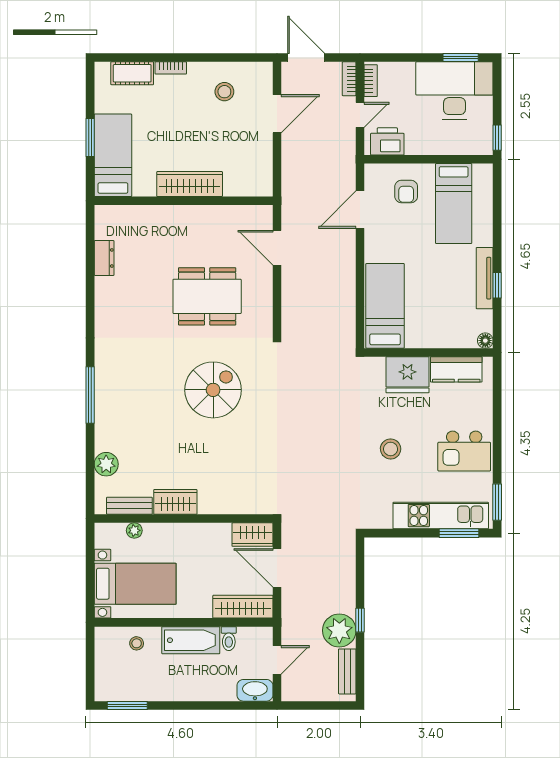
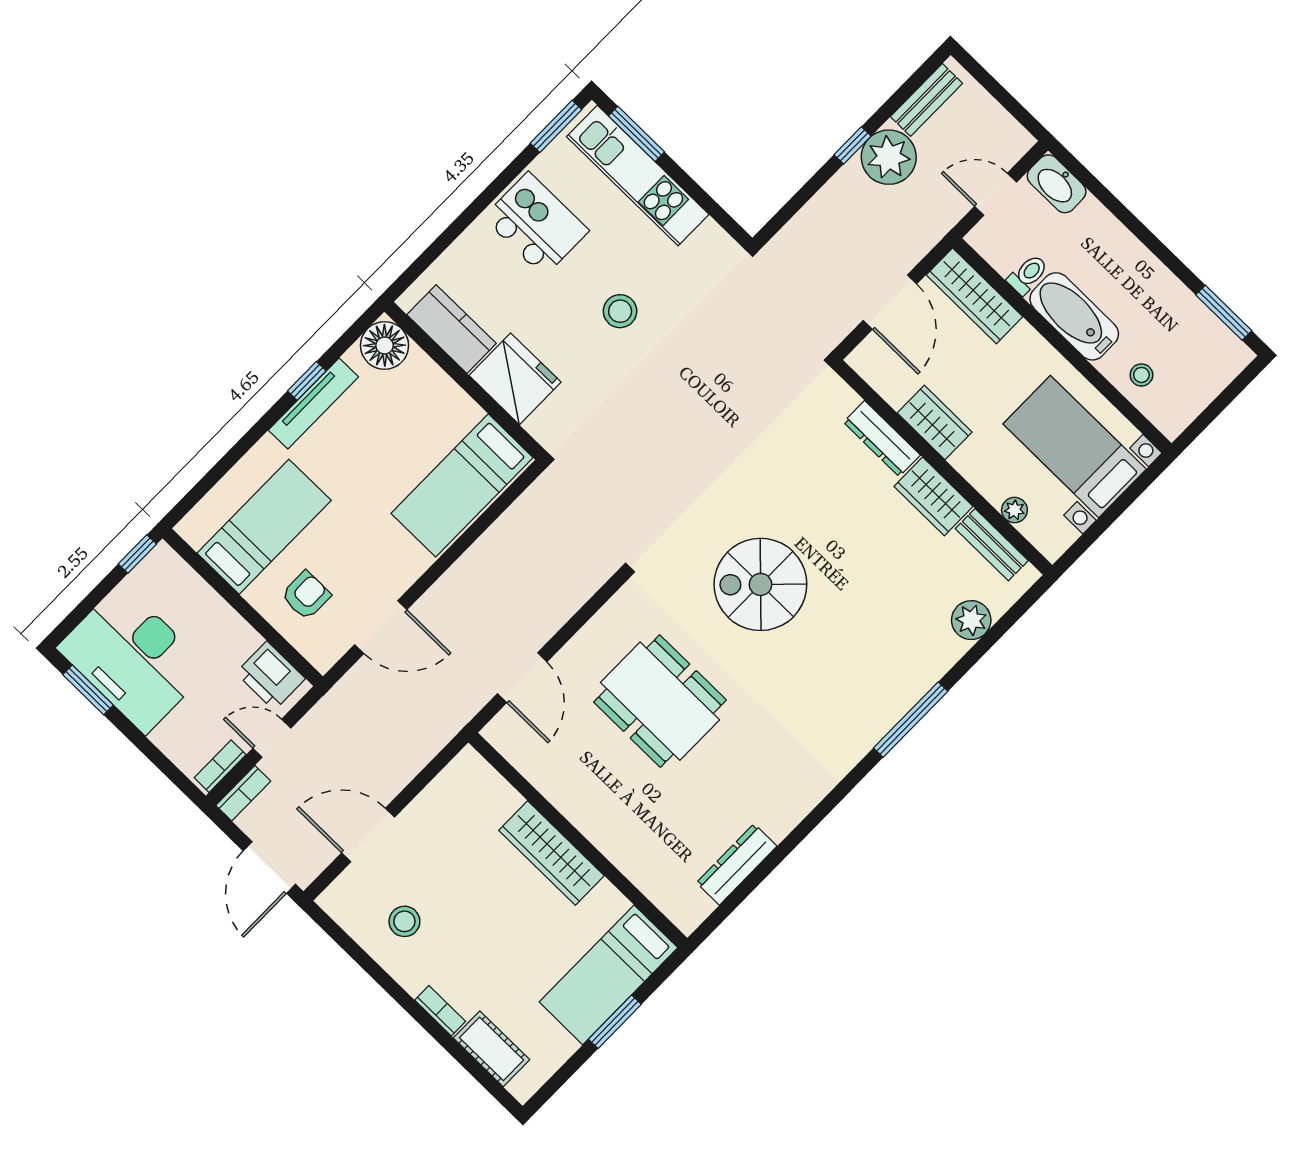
dresser: (104, 258) -> (737, 864), width x1.44
floor lamp: (485, 341) -> (385, 345), width x1.89, depth x1.89
dresser: (222, 505) -> (882, 439), added
wardrobe: (252, 535) -> (935, 423), moved

